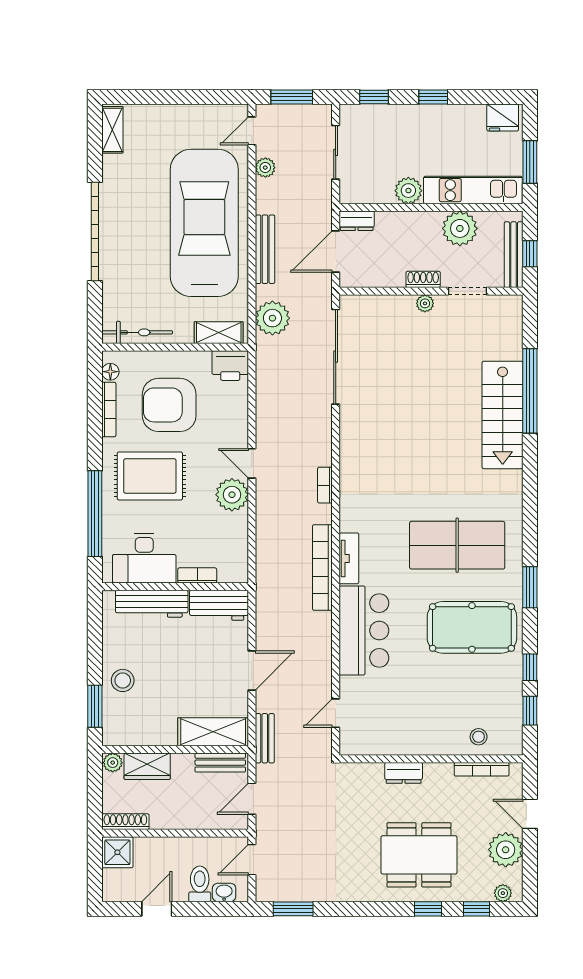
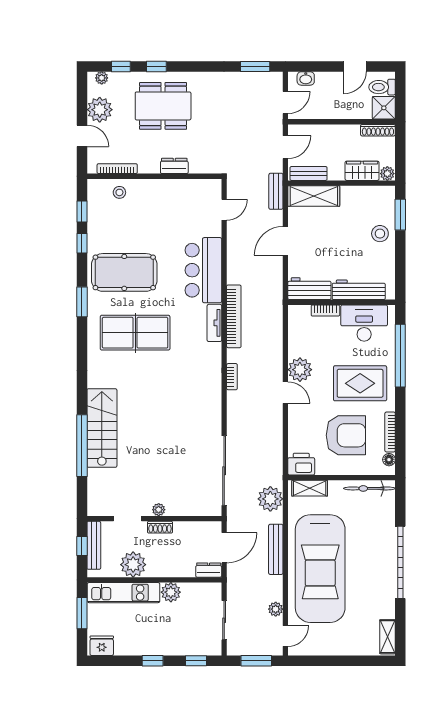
toilet: (200, 884) -> (382, 87), moved, turned 90

